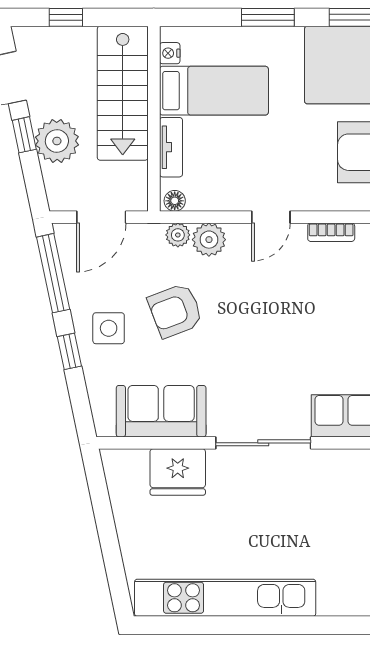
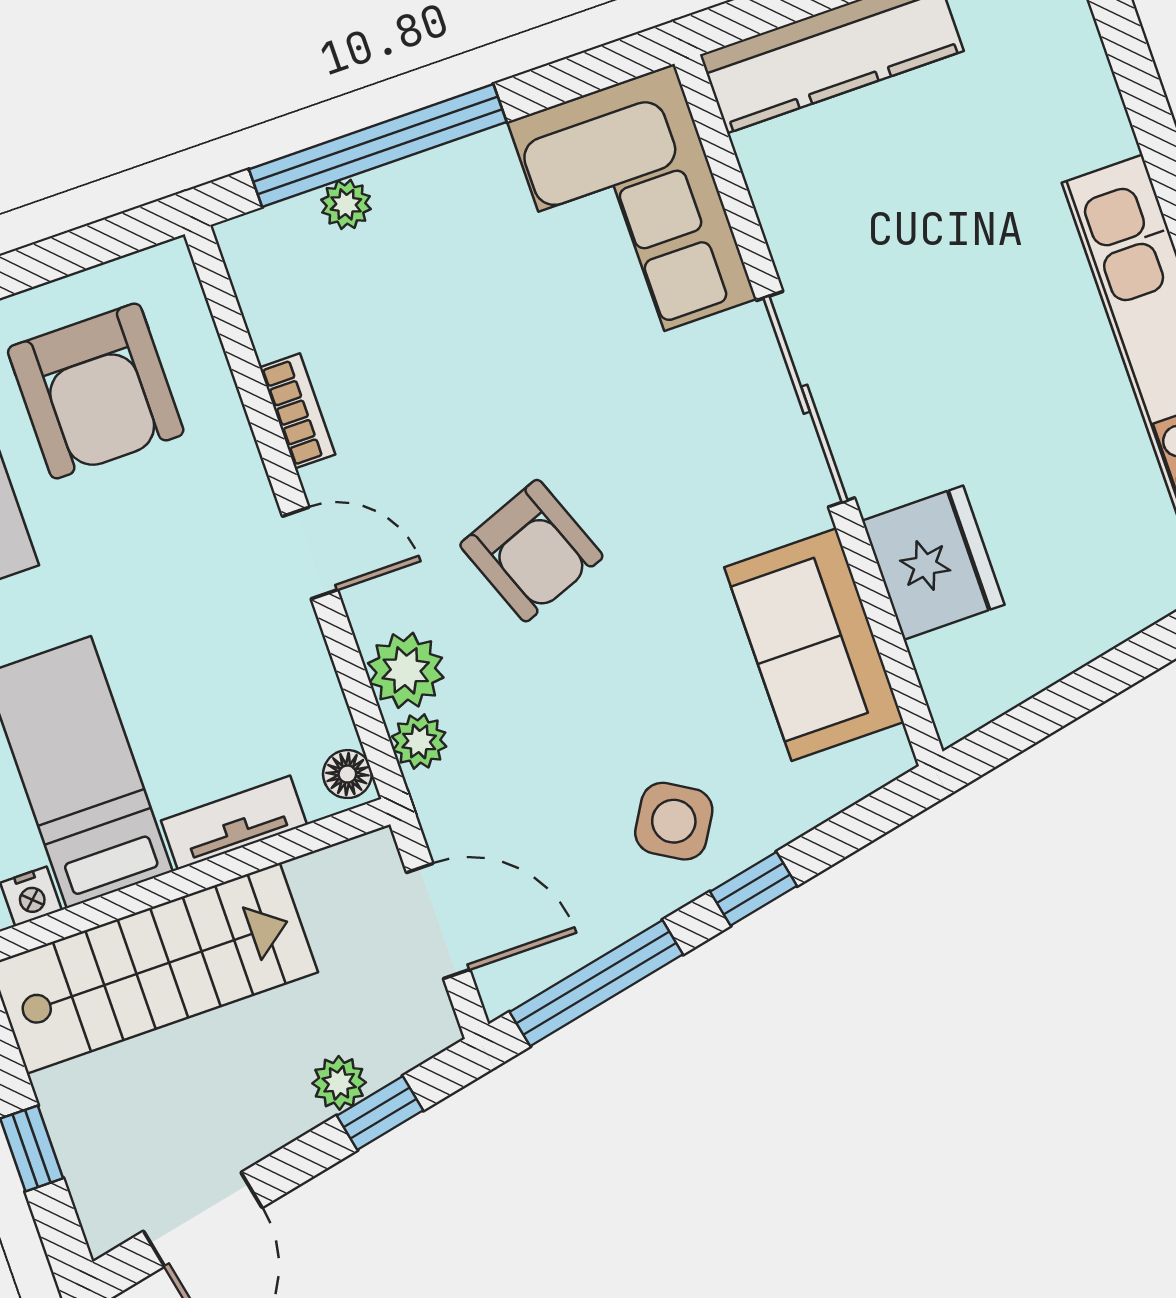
window: (24, 135) -> (380, 1113), moved
plant: (57, 141) -> (339, 1083), width x0.53, depth x0.53
armchair: (175, 311) -> (531, 551), moved
side table: (109, 328) -> (674, 821), turned 31

